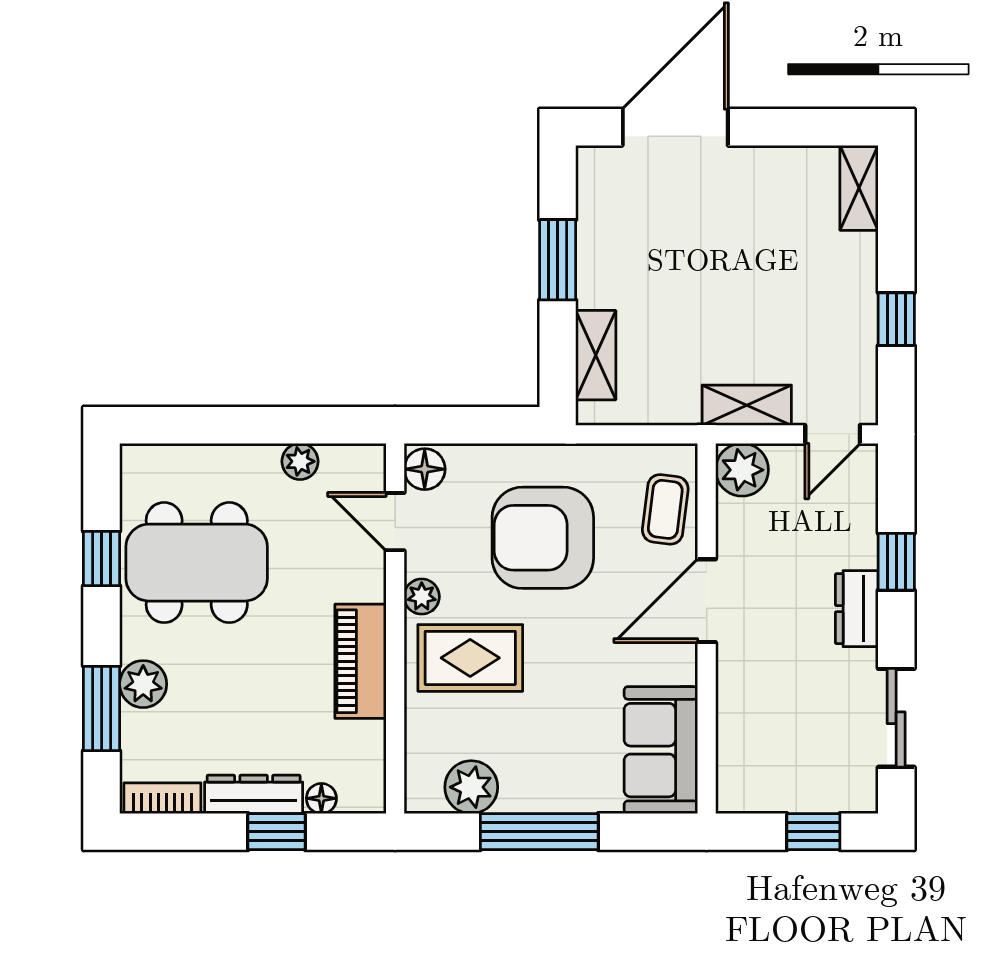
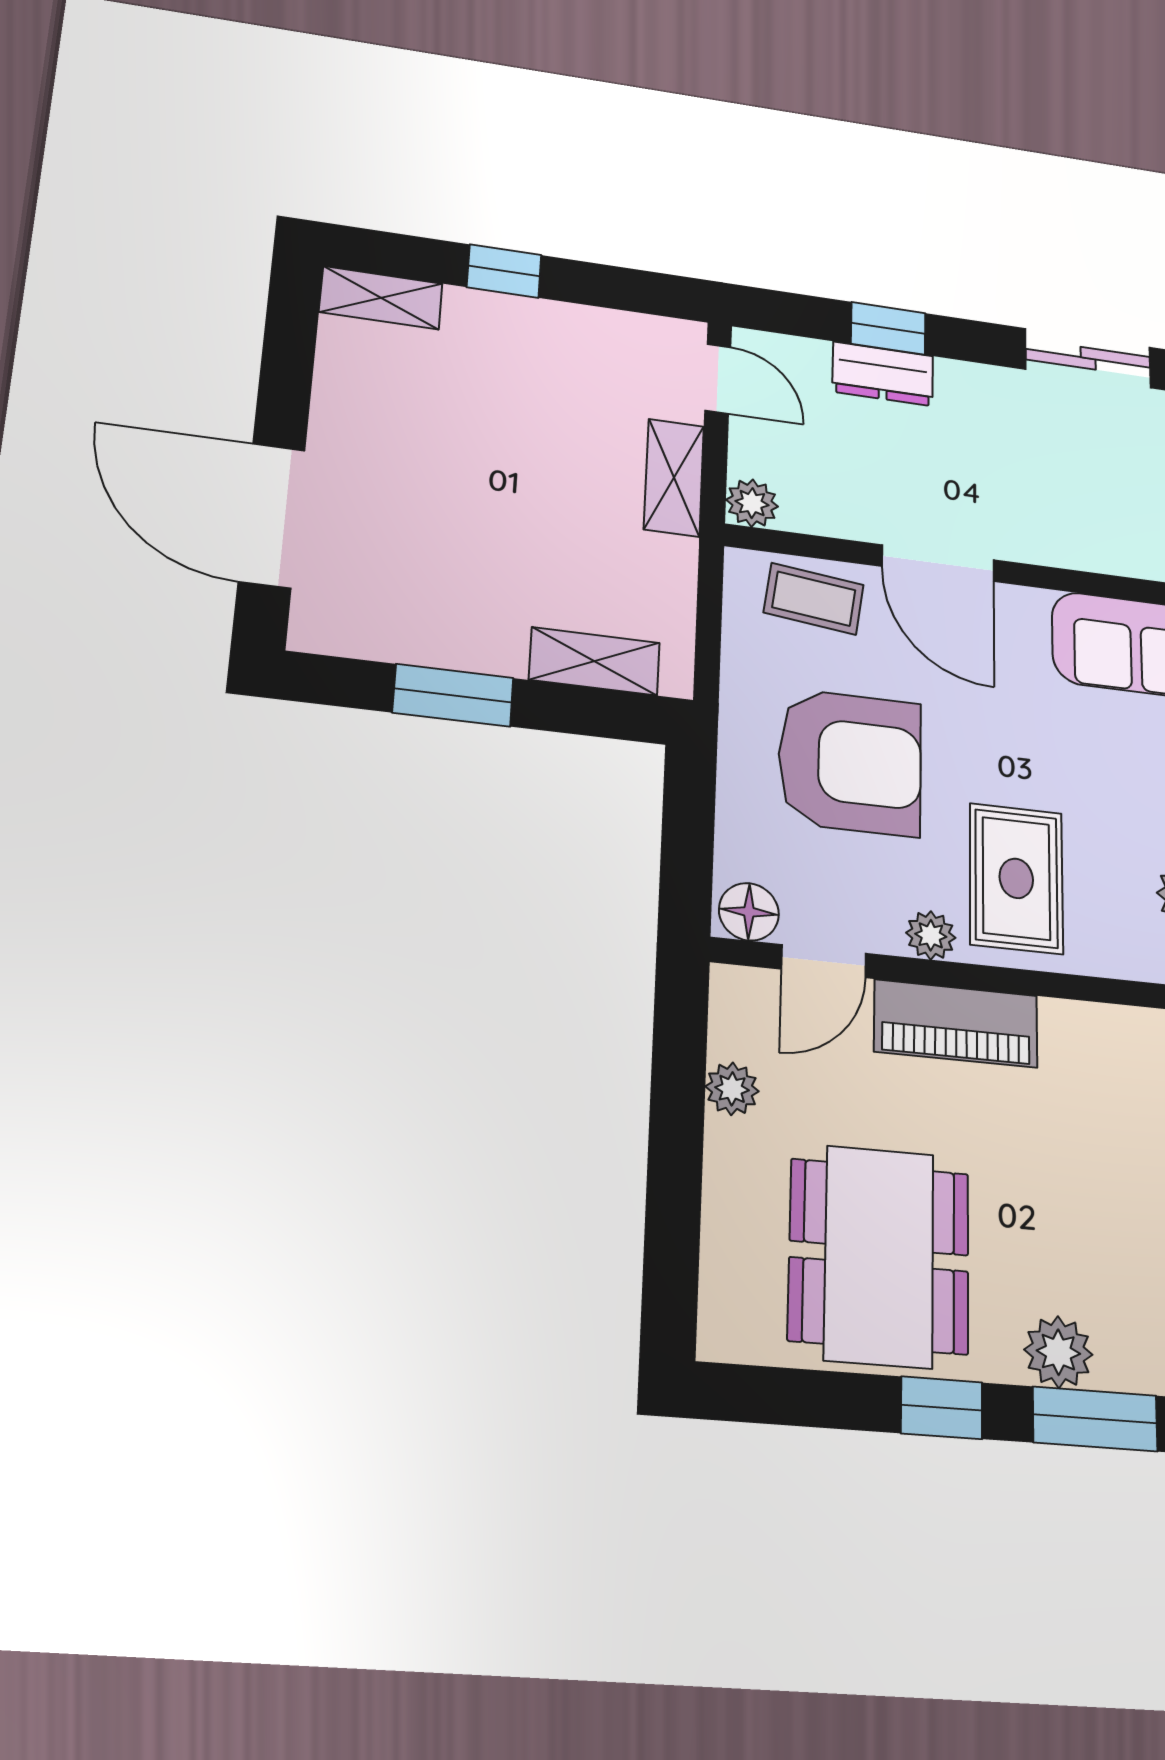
window: (896, 319) -> (504, 271), moved
plant: (742, 470) -> (752, 503), width x0.73, depth x0.73
armchair: (543, 538) -> (850, 762), turned -90
window: (102, 558) -> (942, 1408), moved
dresser: (857, 609) -> (883, 374), moved
piano: (360, 661) -> (956, 1024), moved

